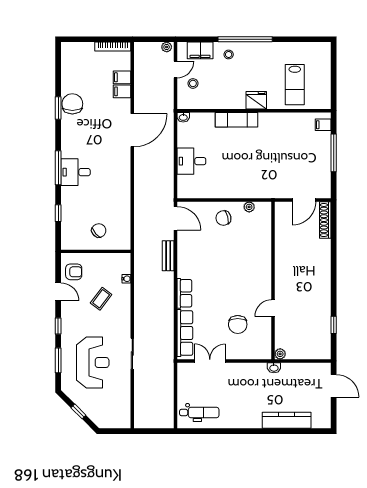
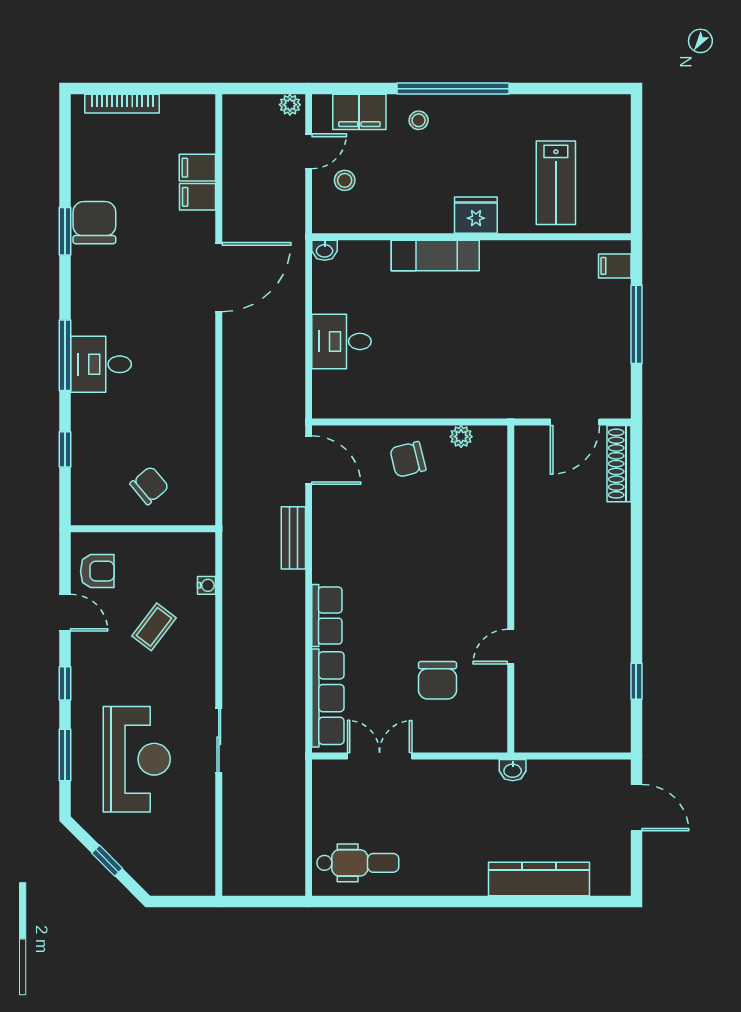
bookcase: (113, 47) -> (122, 104), moved
plant: (280, 354) -> (525, 741), removed

